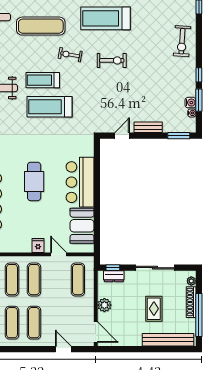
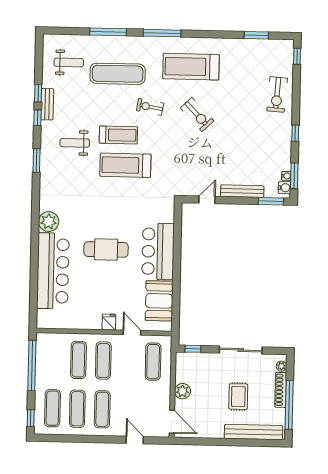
exercise bike: (112, 60) -> (197, 115), turned 46
treadmill: (43, 80) -> (118, 135), turned 180
window: (199, 100) -> (294, 176), moved
water cooler: (191, 103) -> (285, 188), moved
bench: (148, 127) -> (242, 191), width x1.36
cafe table: (34, 181) -> (106, 249), turned 90
dresser: (114, 276) -> (194, 359), removed

